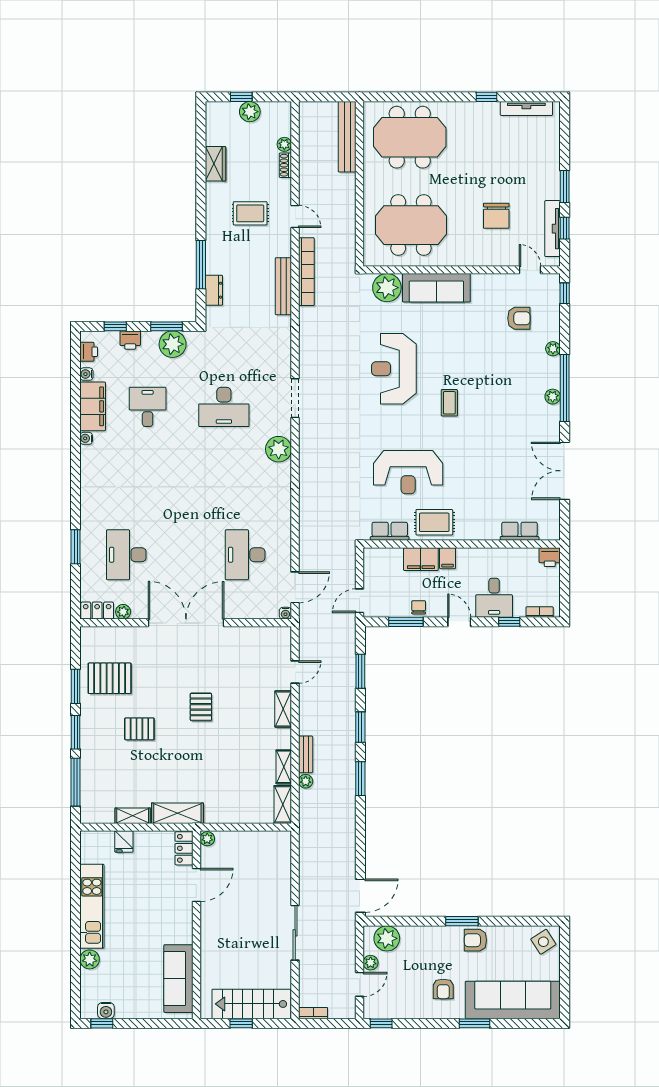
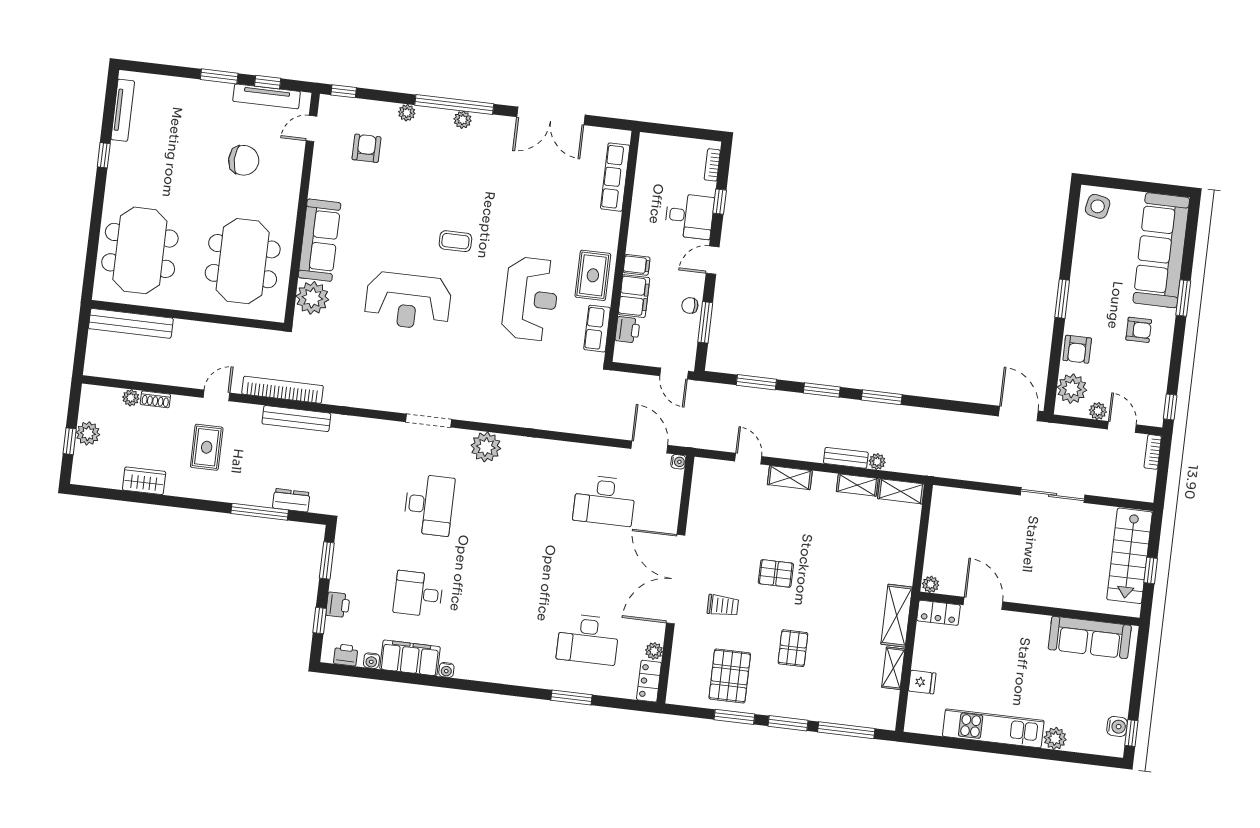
plant: (173, 344) -> (349, 556), removed
row of seats: (520, 531) -> (615, 177), width x1.48
printer: (550, 557) -> (628, 330), moved
trolley: (168, 665) -> (723, 605), added
armchair: (475, 940) -> (1077, 349), moved
side table: (543, 942) -> (1098, 206), turned 45
bookcase: (313, 1013) -> (1153, 452), moved

